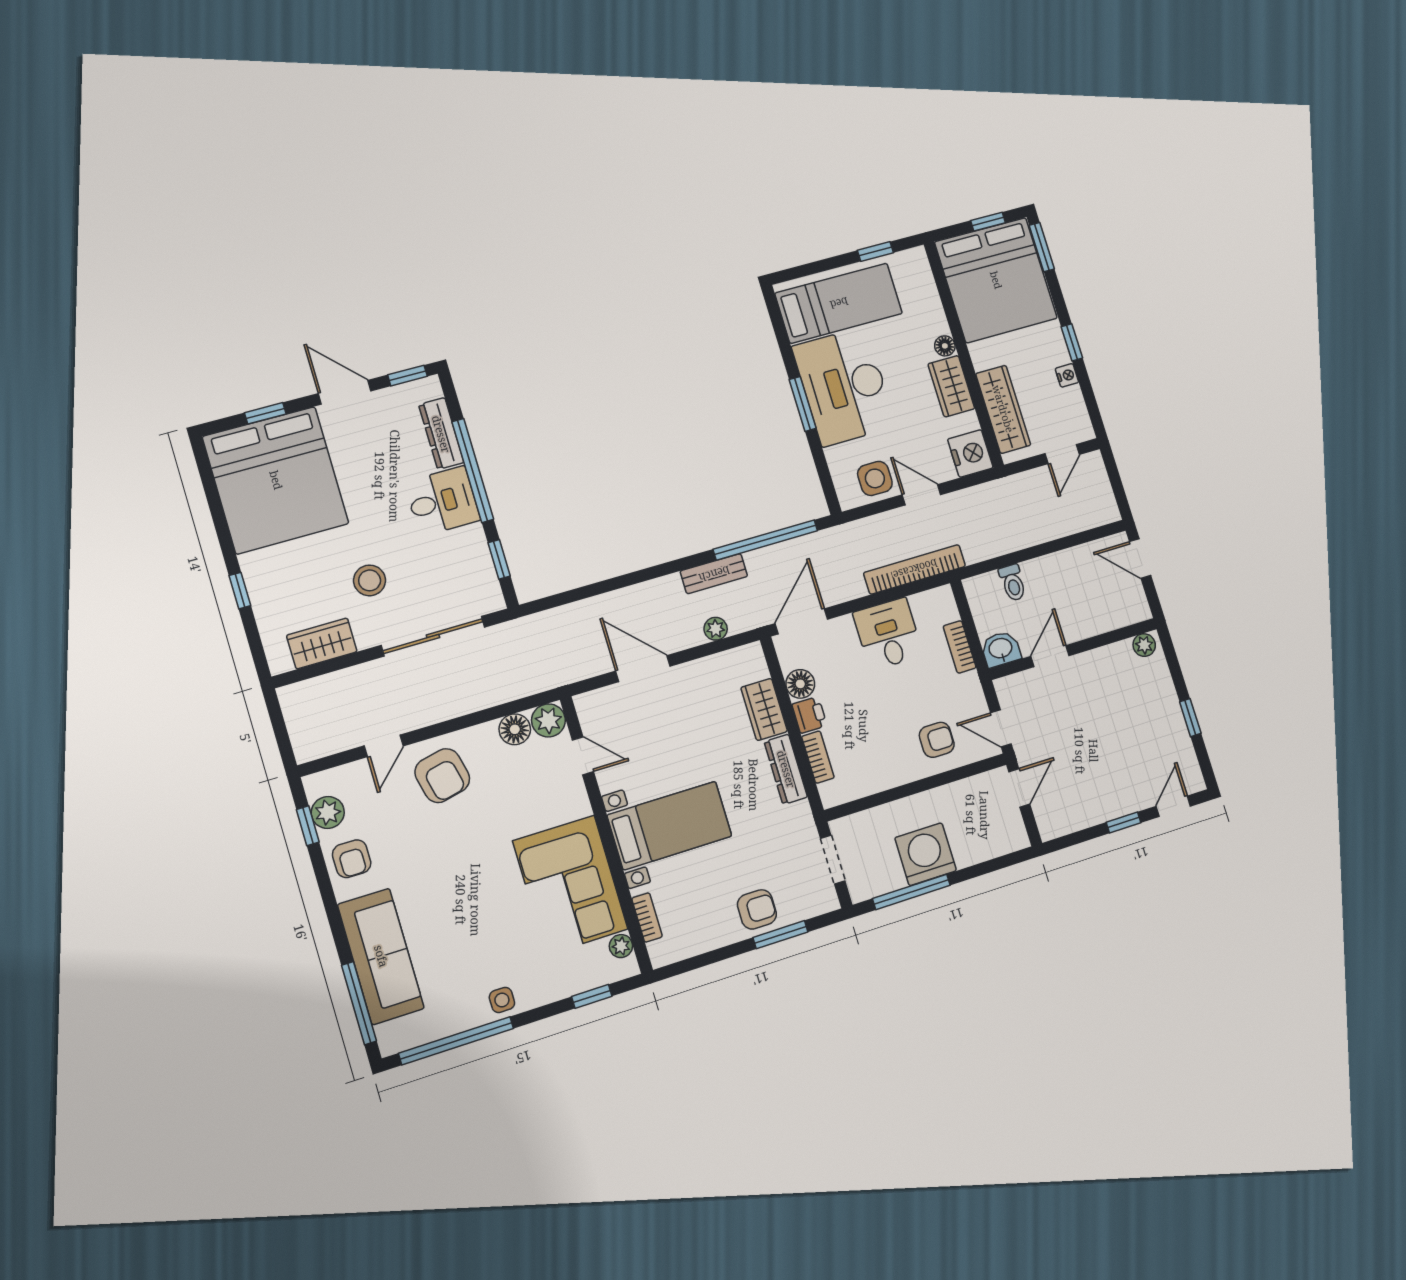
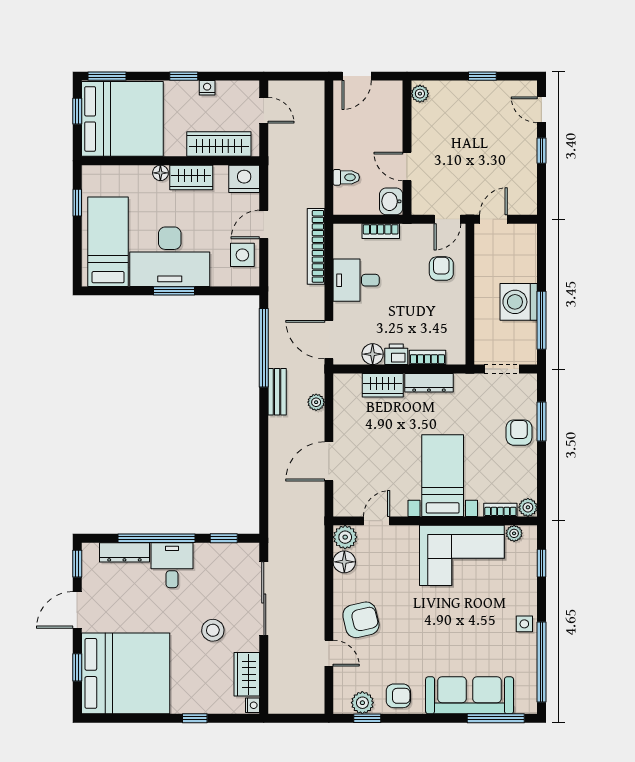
nightstand: (281, 664) -> (253, 705), added
door: (1019, 788) -> (493, 219), hinge flipped
plant: (661, 954) -> (528, 507), added

